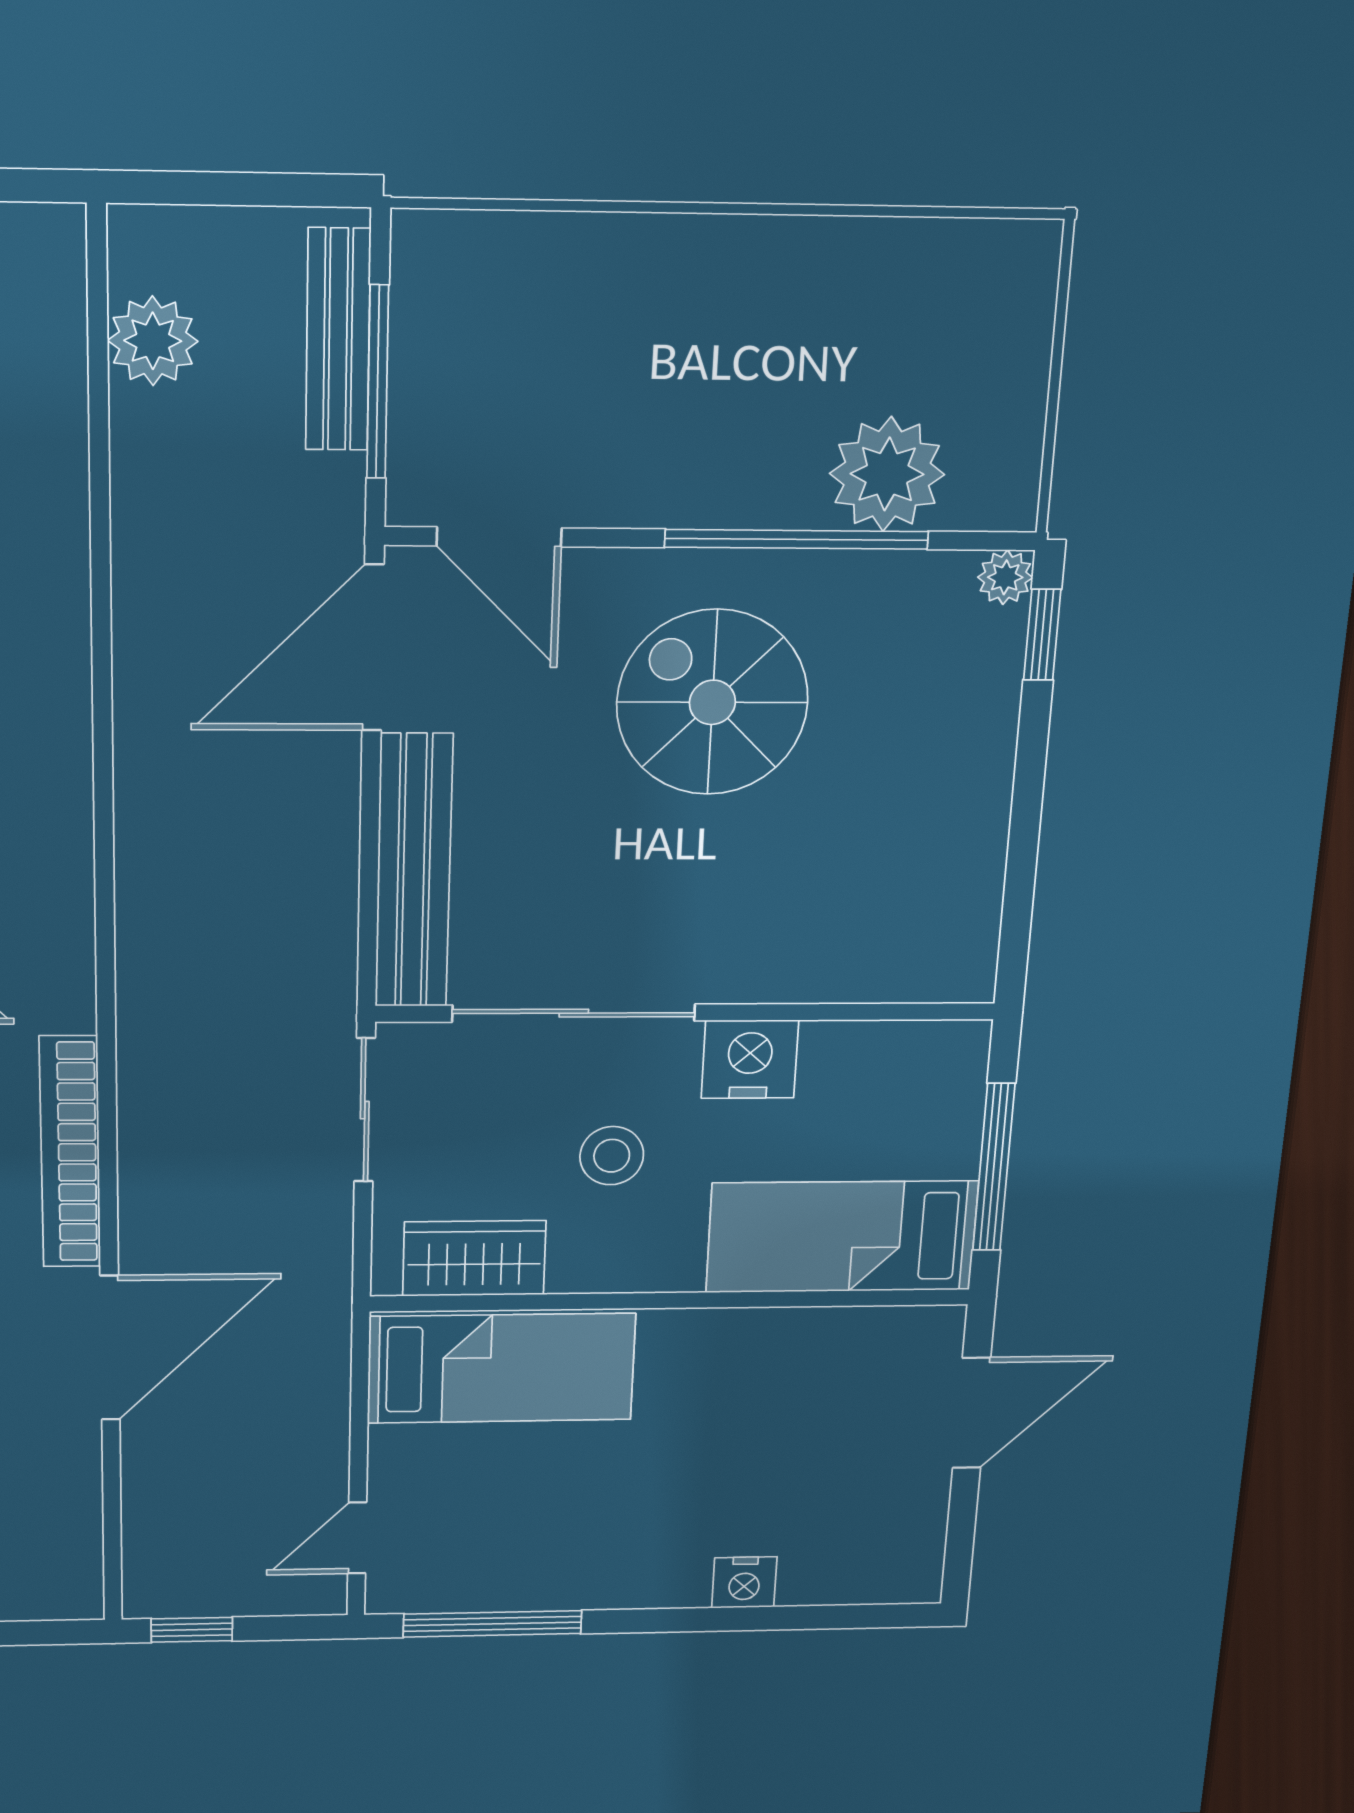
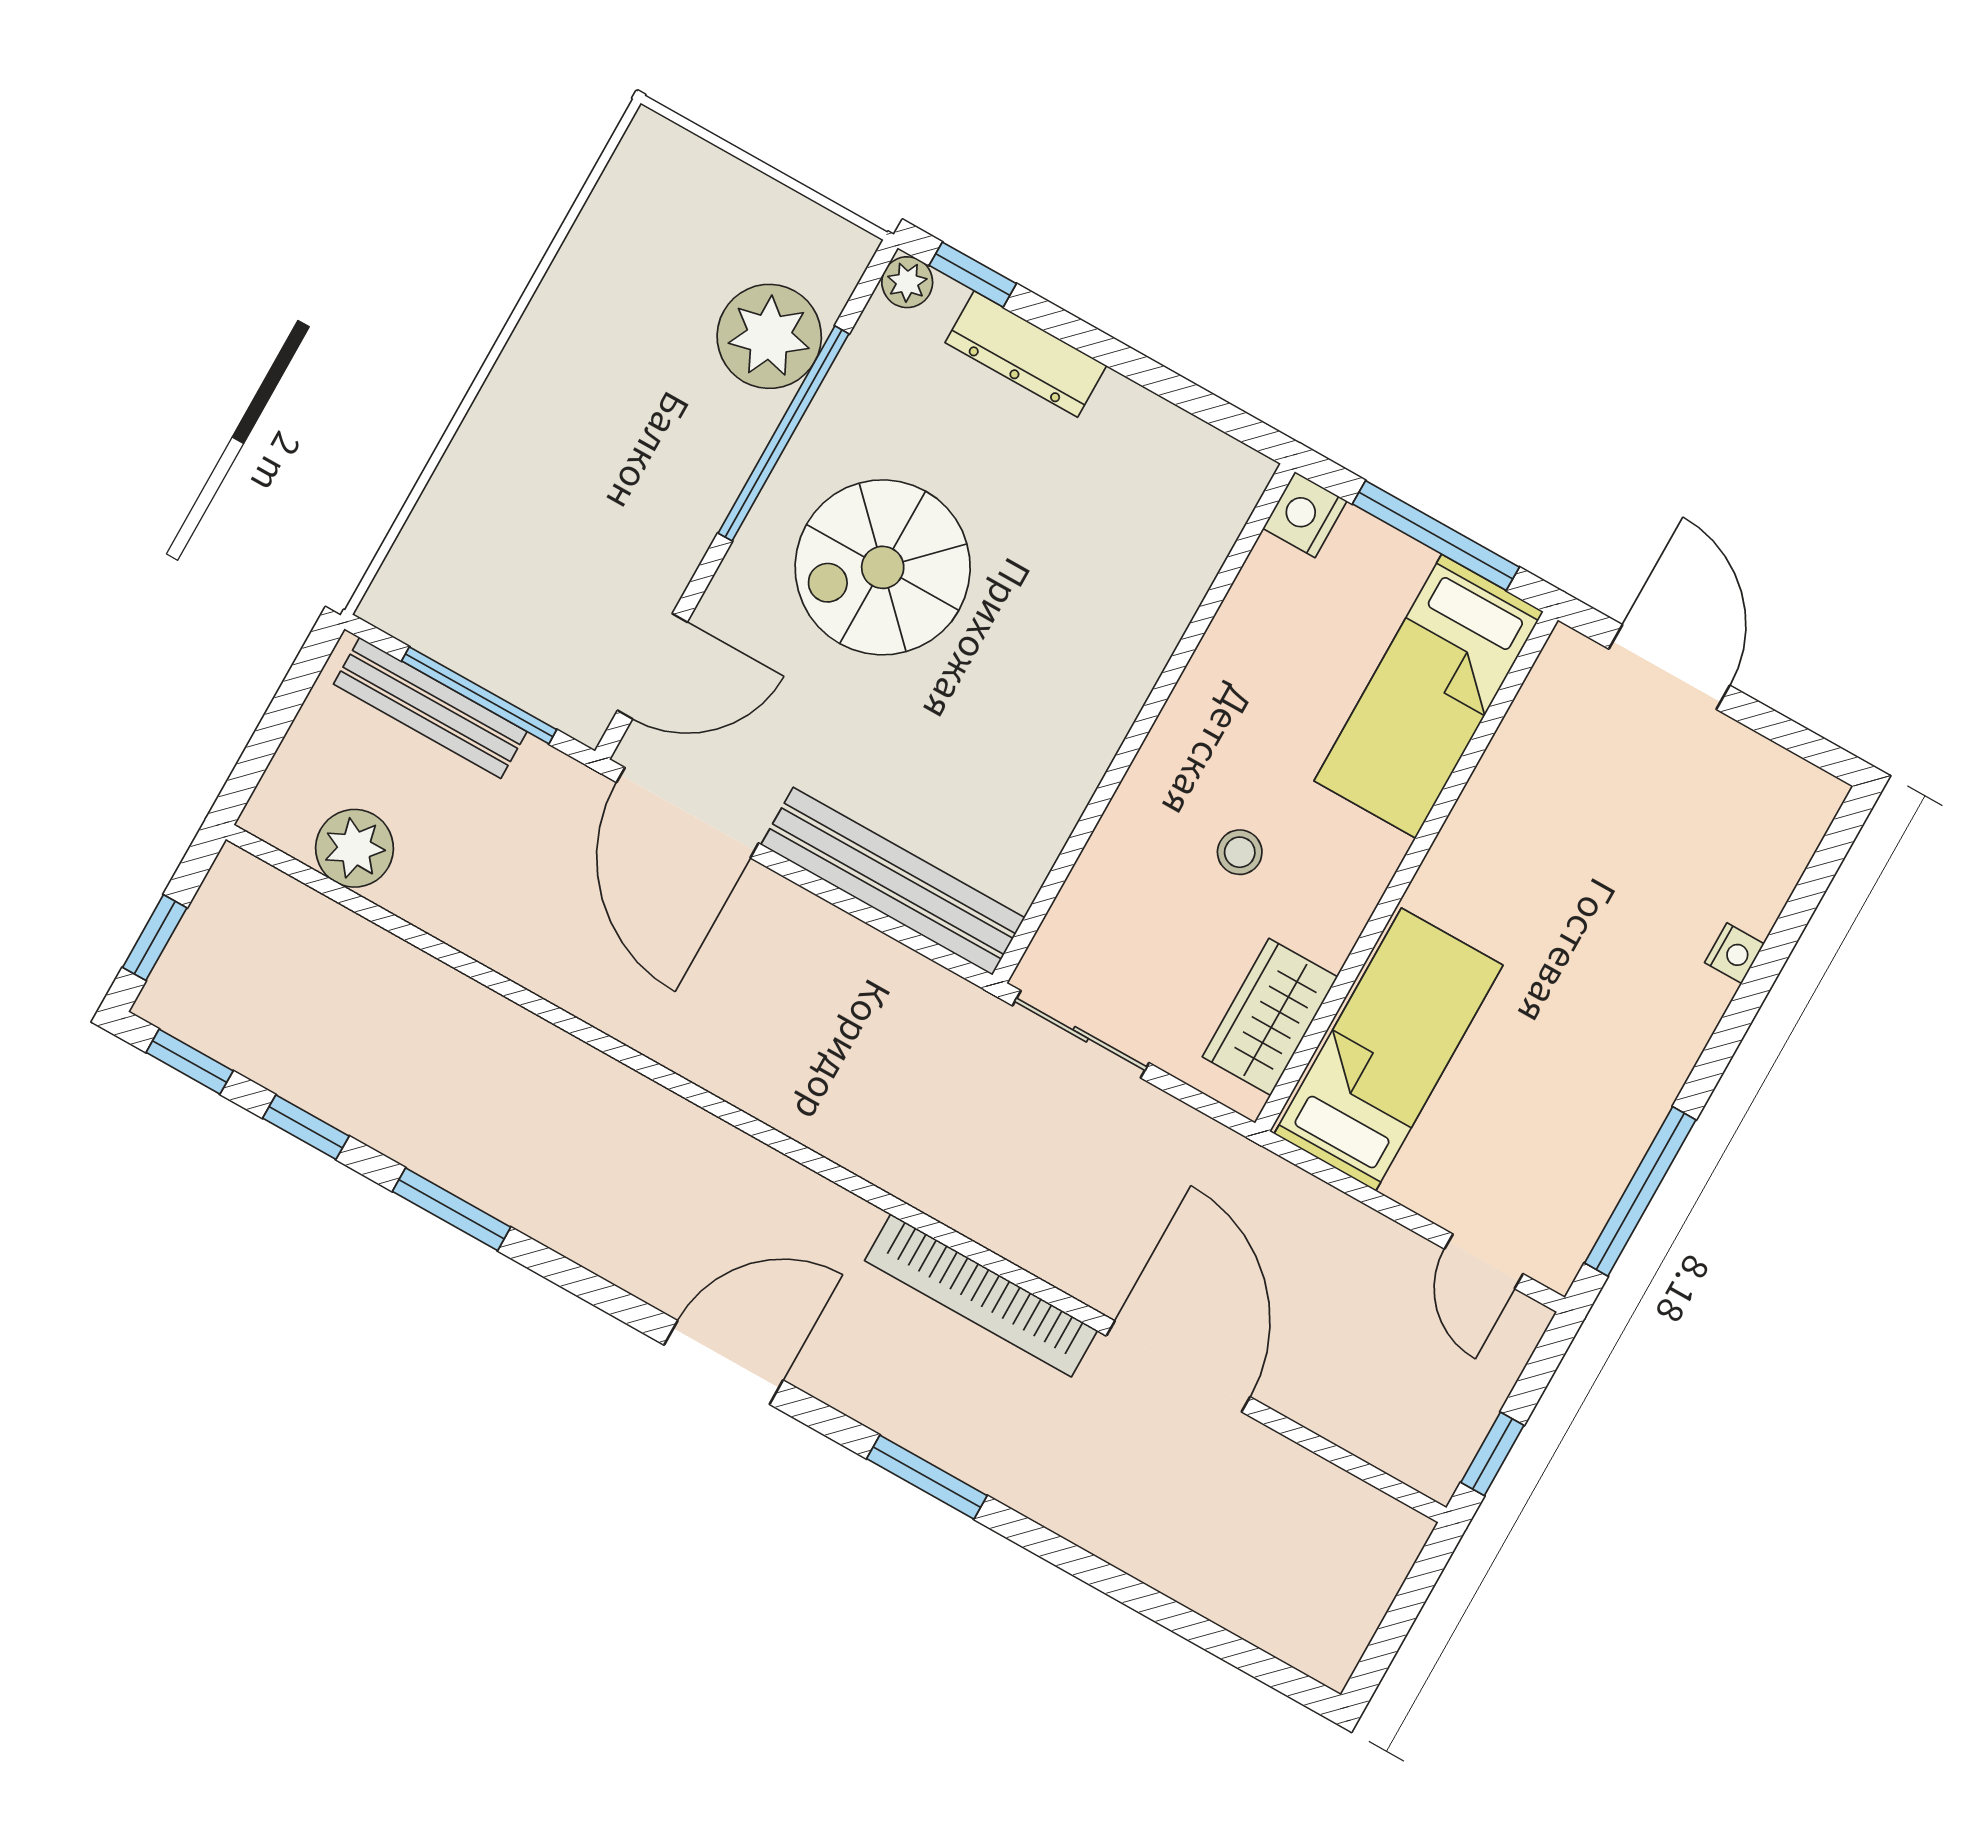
dresser: (988, 724) -> (1026, 354), added
sliding door: (574, 1013) -> (1091, 817), removed
nightstand: (750, 1059) -> (1305, 515), moved, width x0.74, depth x0.75
stool: (612, 1156) -> (1240, 852), width x0.73, depth x0.73
nightstand: (744, 1582) -> (1734, 953), width x0.72, depth x0.74

